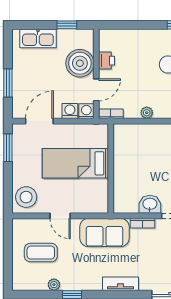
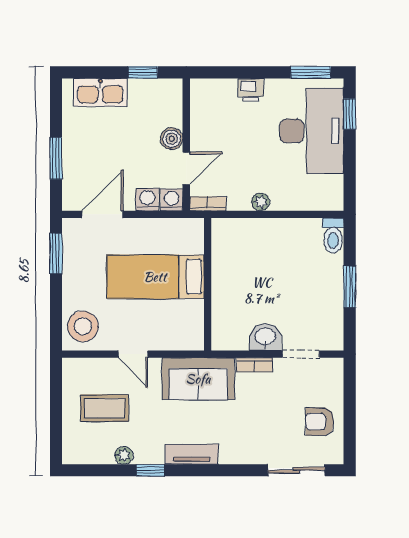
printer: (106, 61) -> (251, 90), moved, turned 90
boiler: (80, 63) -> (172, 139), width x0.54, depth x0.54
tv unit: (121, 284) -> (192, 454), moved

